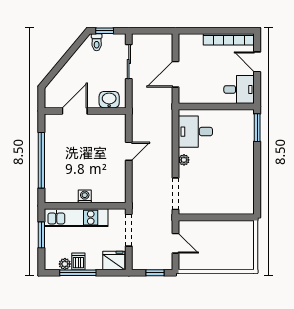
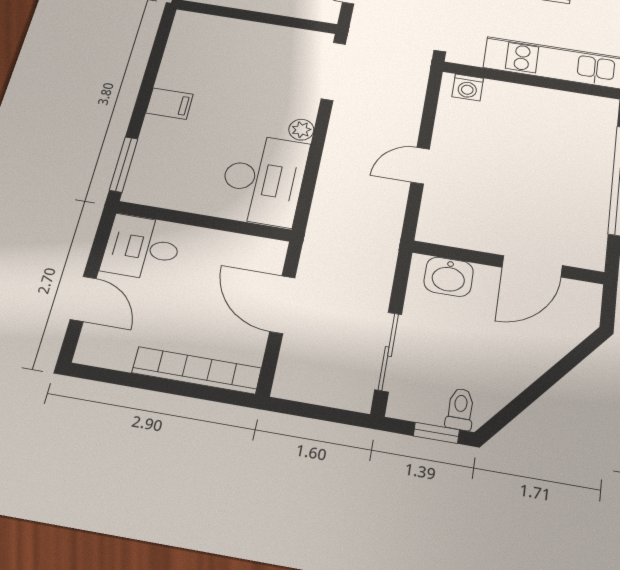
bookcase: (229, 39) -> (197, 370), moved
door: (175, 74) -> (282, 305), swing flipped
desk: (195, 132) -> (263, 179), width x1.37
filing cabinet: (245, 162) -> (170, 104), added
washing machine: (85, 196) -> (468, 87), moved

